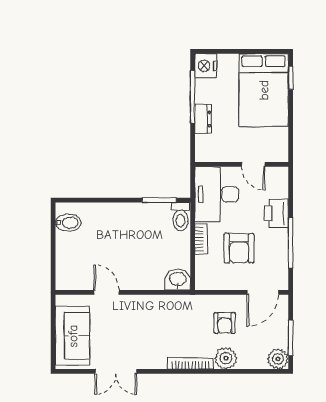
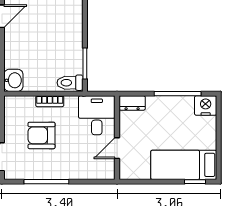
bed: (264, 90) -> (184, 165), width x0.67
dresser: (203, 119) -> (132, 103), moved
desk: (217, 194) -> (97, 115), width x0.73
printer: (276, 213) -> (73, 169), removed

